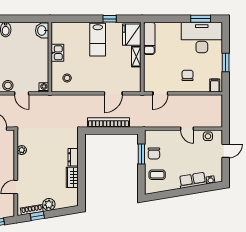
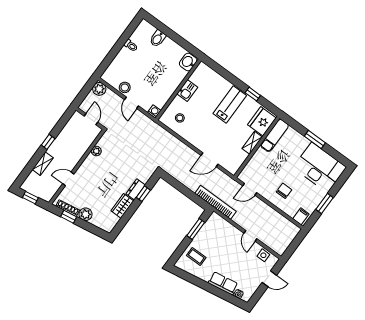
window: (201, 19) -> (315, 139), moved
lab bench: (98, 40) -> (230, 104), turned 180
bookcase: (108, 123) -> (216, 202), moved
chair: (154, 153) -> (207, 236), removed
window: (82, 156) -> (143, 194), added

